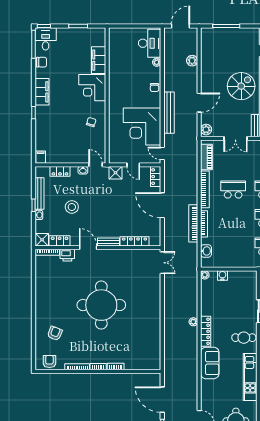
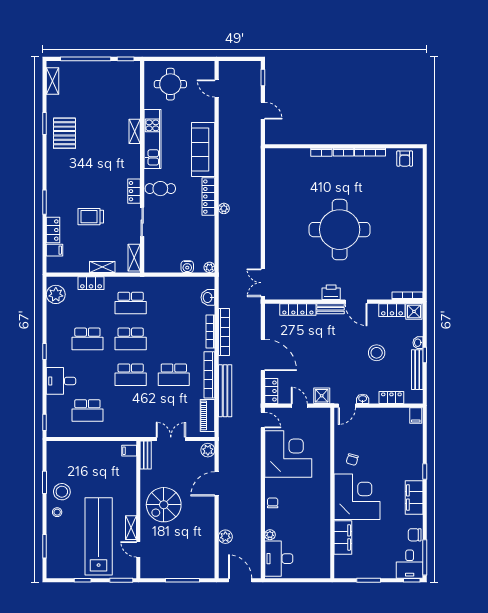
door: (180, 26) -> (240, 580), swing flipped
corner desk: (92, 88) -> (357, 497), width x1.36, depth x1.36
bench: (169, 113) -> (225, 391), moved
door: (95, 165) -> (347, 406), hinge flipped
printer: (67, 255) -> (331, 292), moved
armchair: (55, 333) -> (398, 194), removed
sofa: (210, 363) -> (203, 149), width x1.36
door: (162, 400) -> (263, 111), width x0.53

